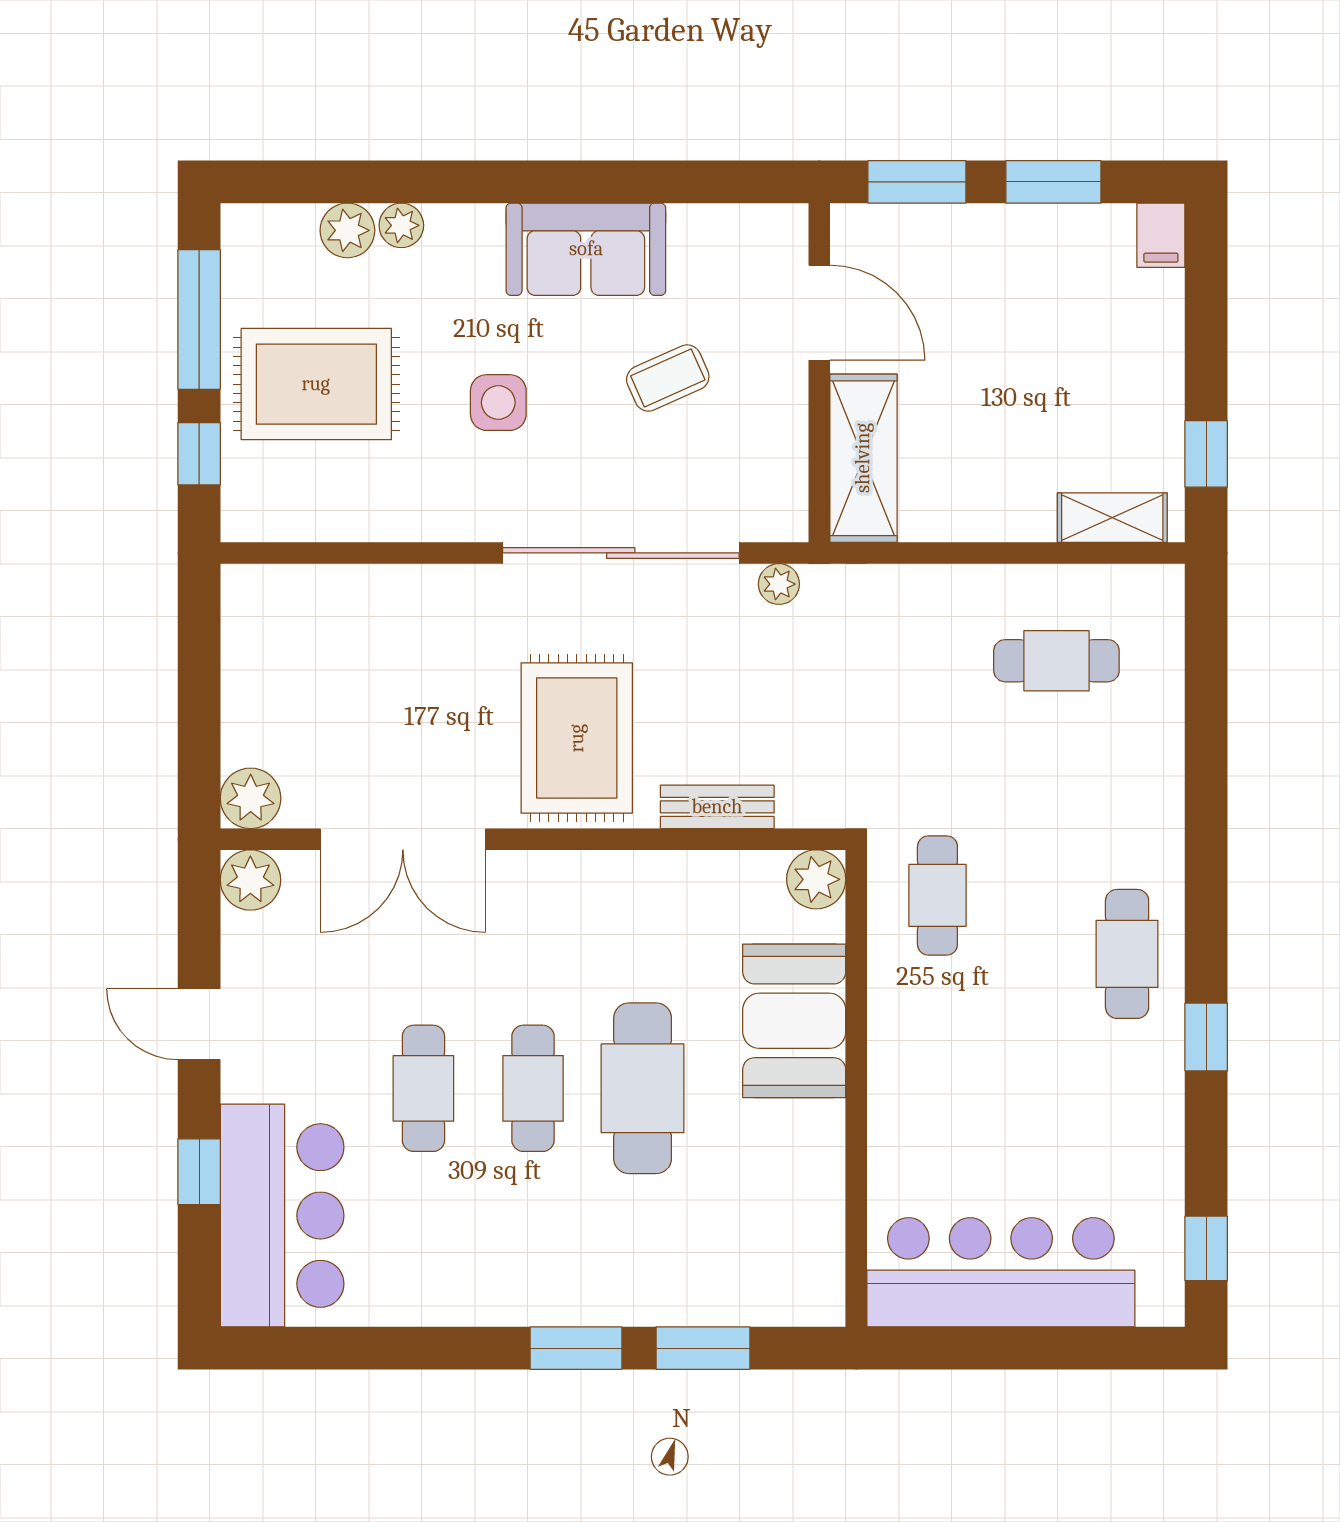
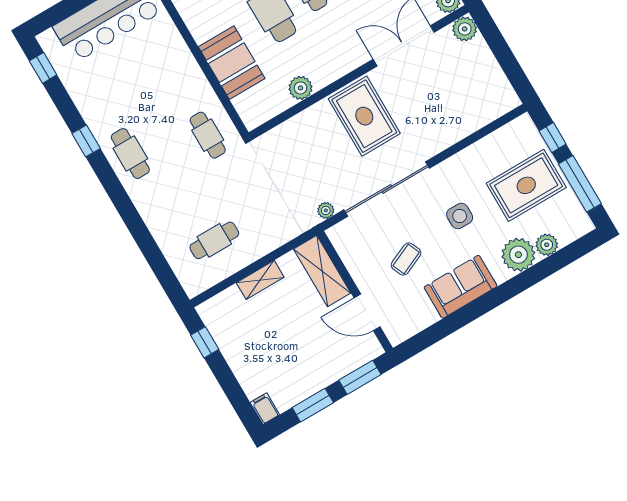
plant: (401, 225) -> (518, 255), width x1.87, depth x1.87
shelving: (1112, 518) -> (260, 280), moved
bench: (717, 807) -> (302, 121), removed
plant: (816, 879) -> (301, 88), moved

